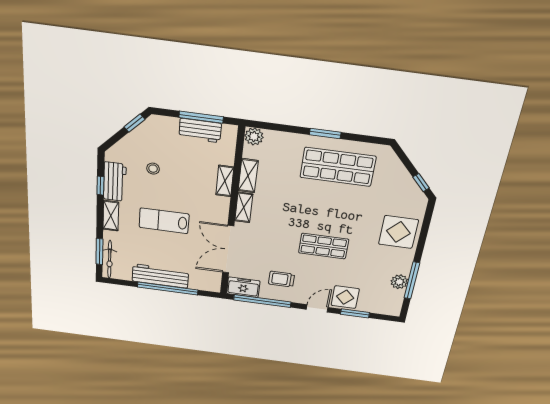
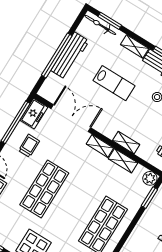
window: (325, 133) -> (149, 198), moved
lab bench: (164, 221) -> (114, 83), turned 90
shop shelf: (324, 246) -> (44, 189), width x1.43, depth x1.36

